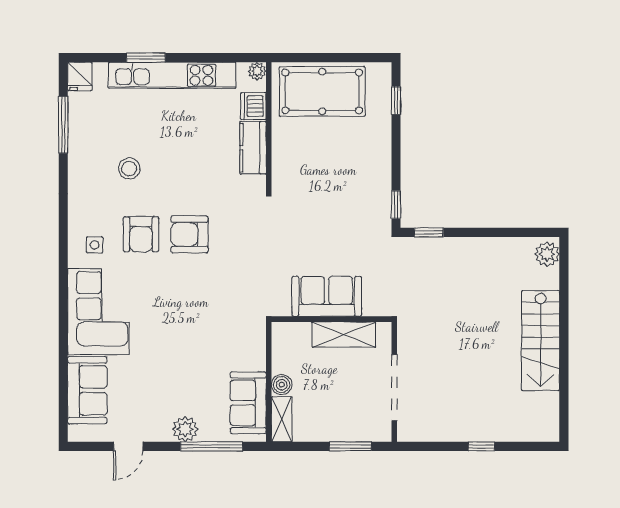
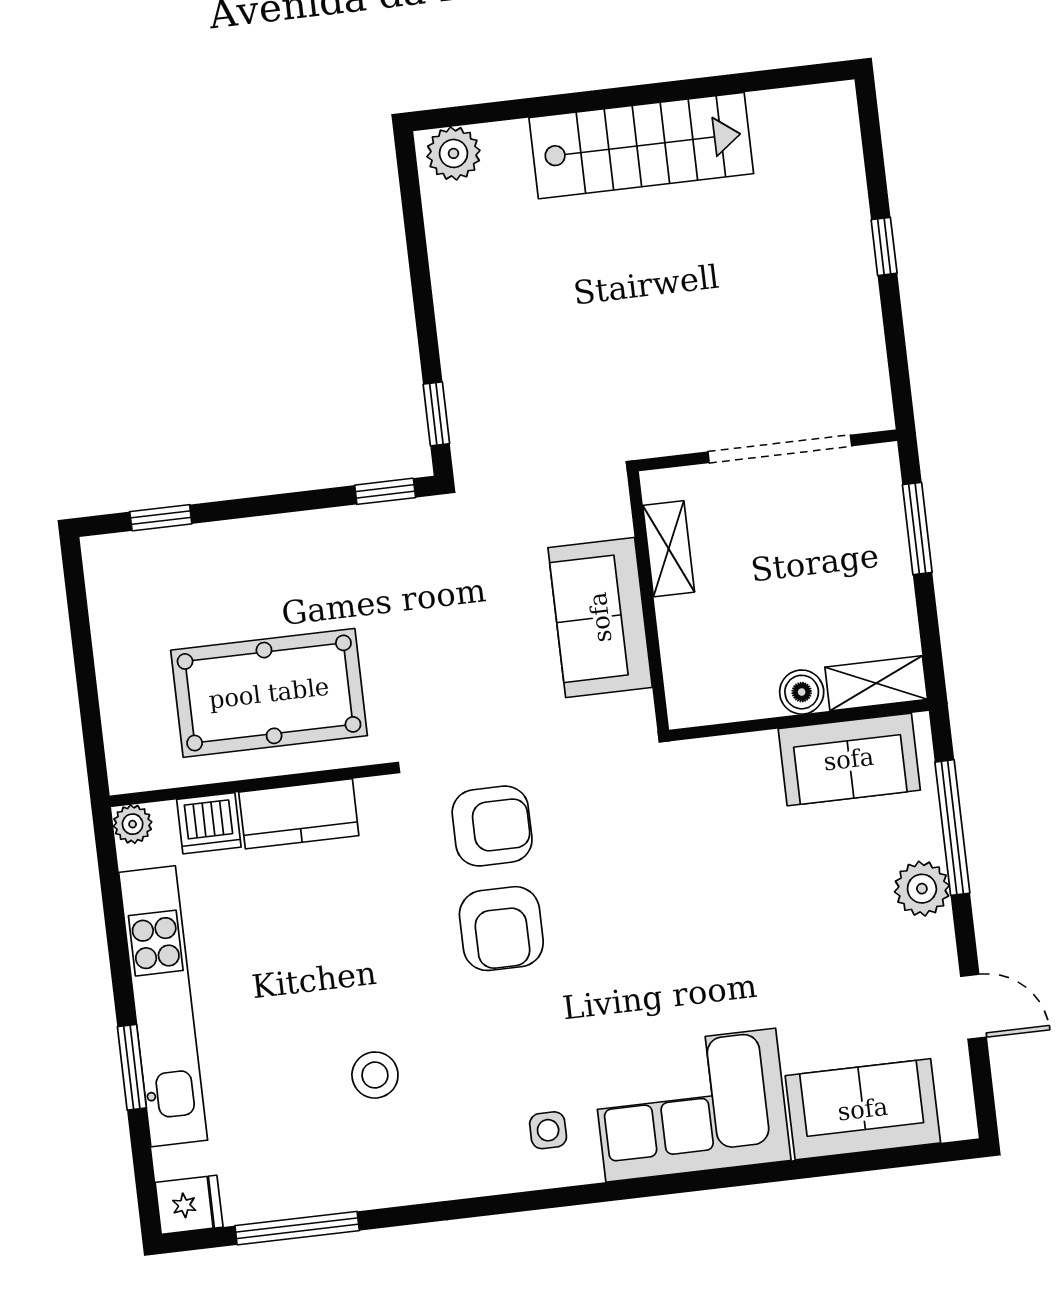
pool table: (322, 91) -> (269, 693), moved, turned 90
armchair: (141, 234) -> (492, 826), moved
shelving: (344, 335) -> (669, 549), width x0.67, depth x0.75

